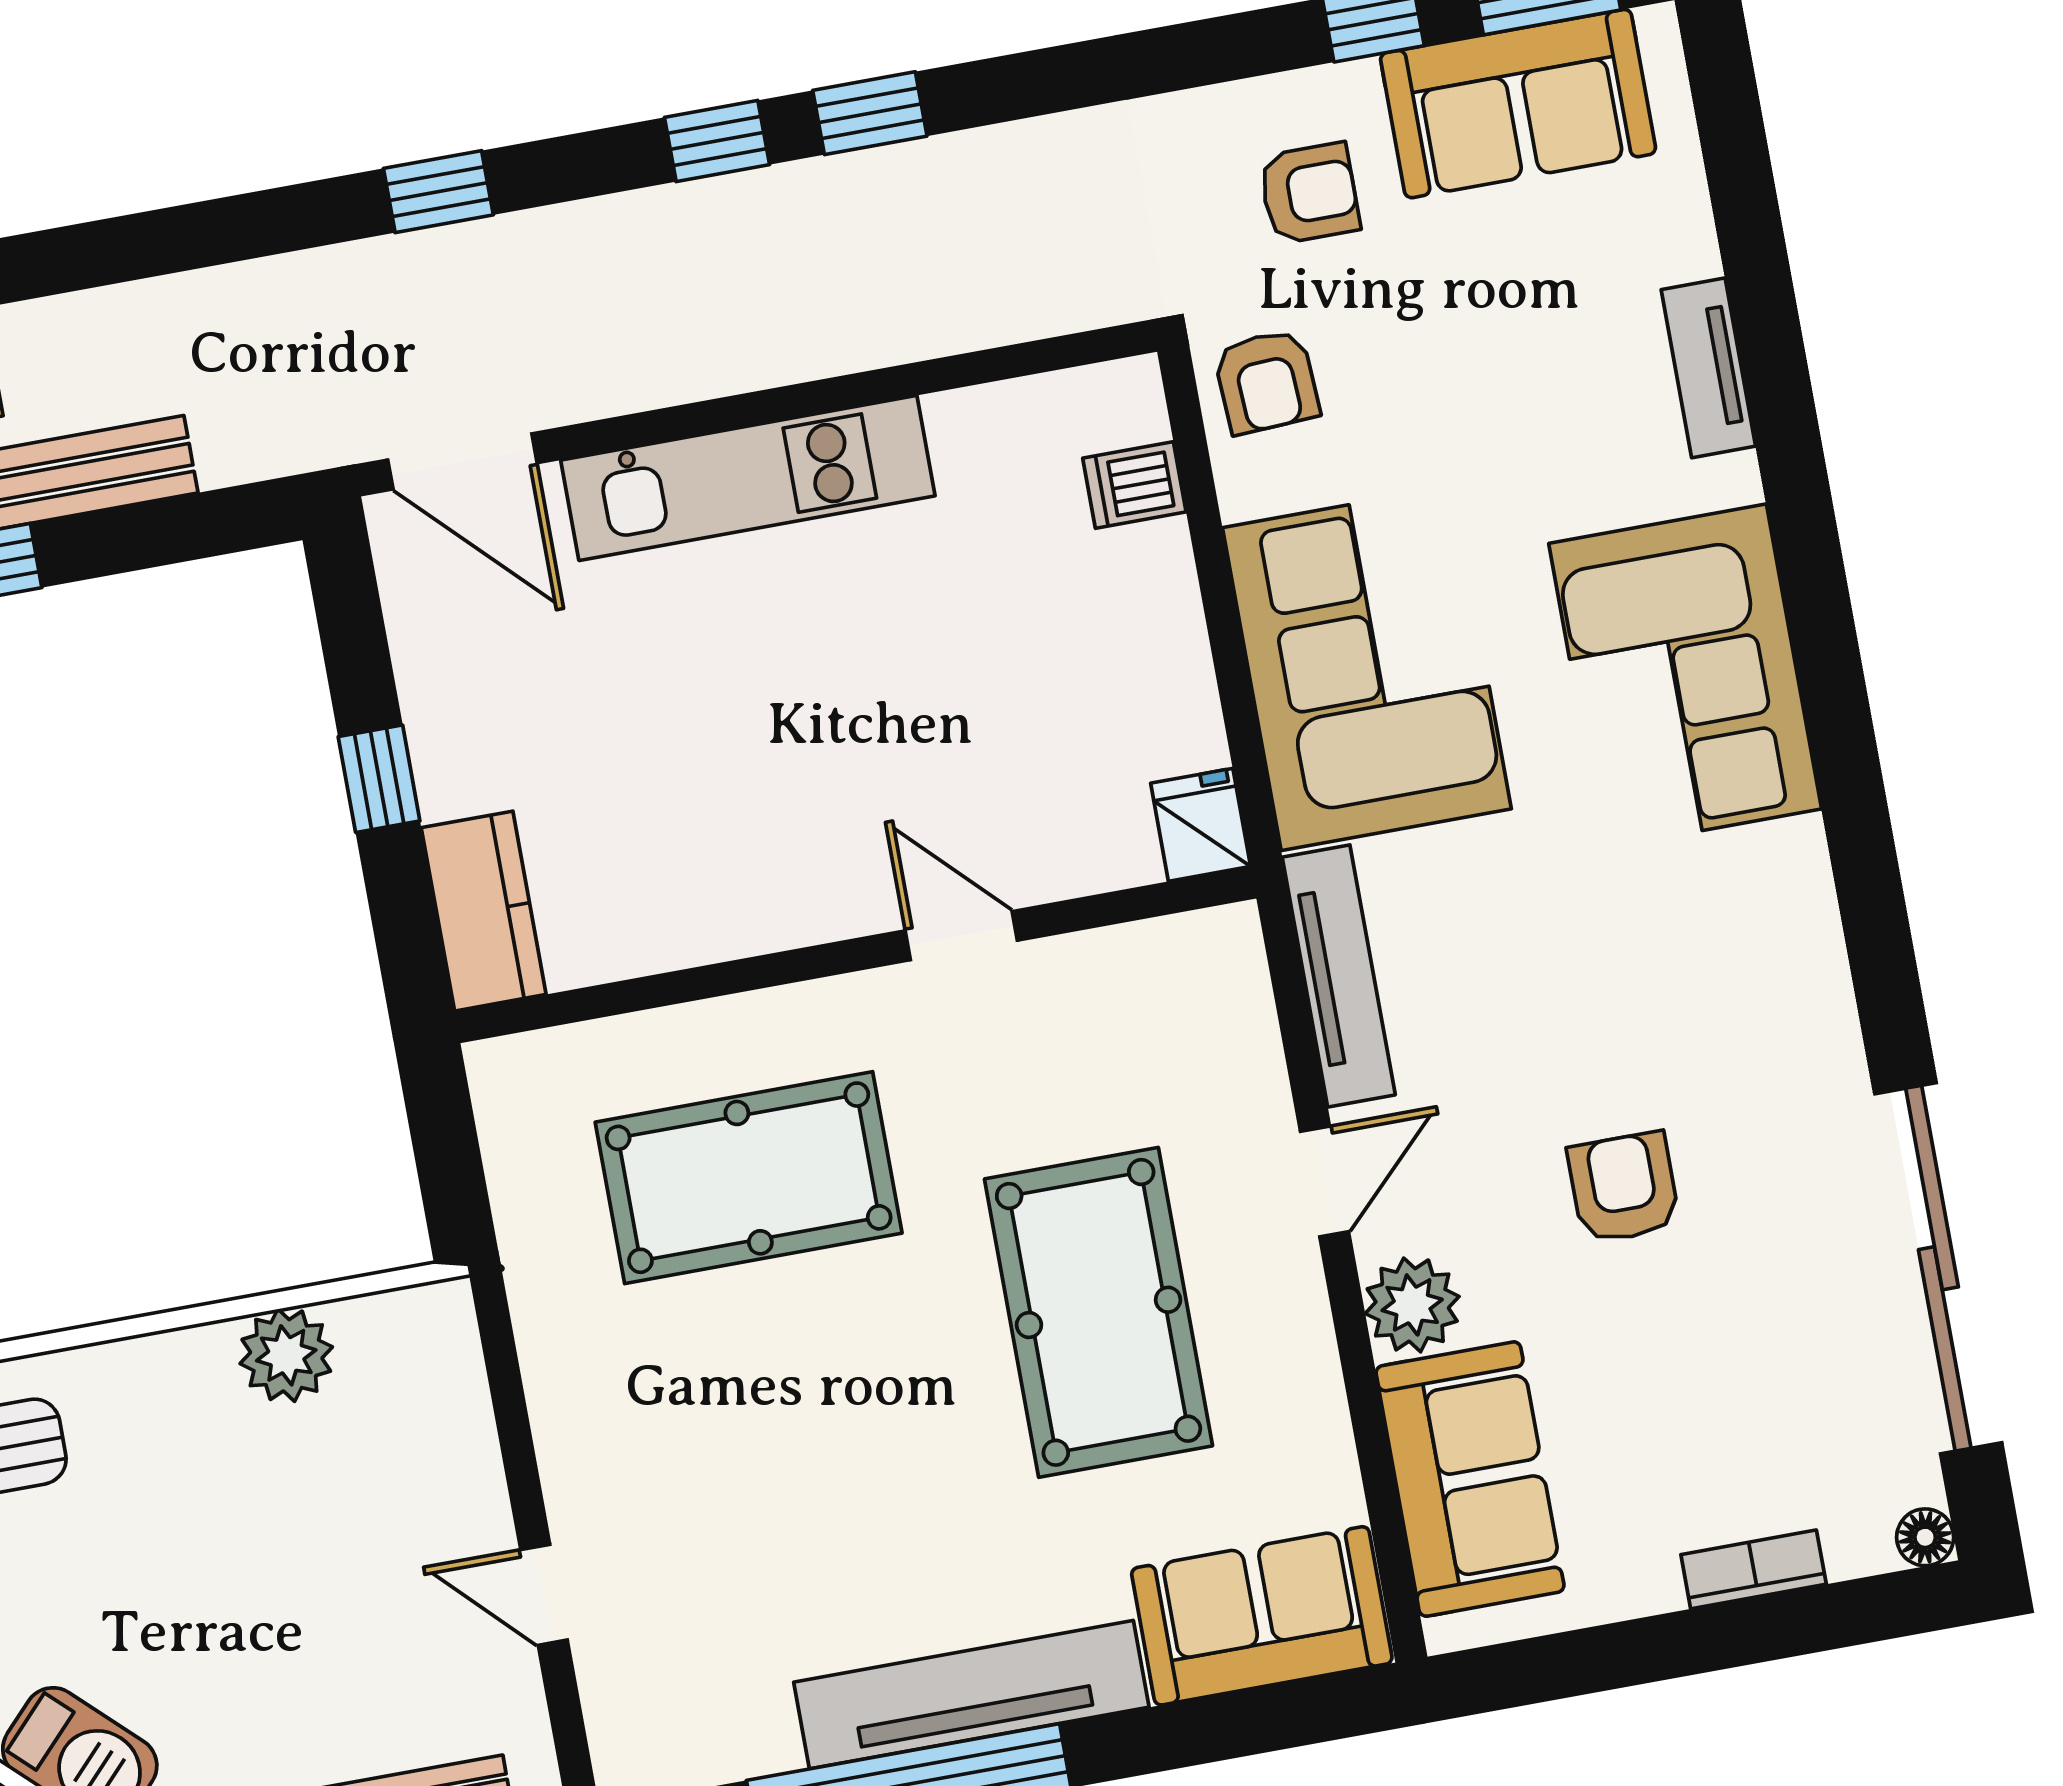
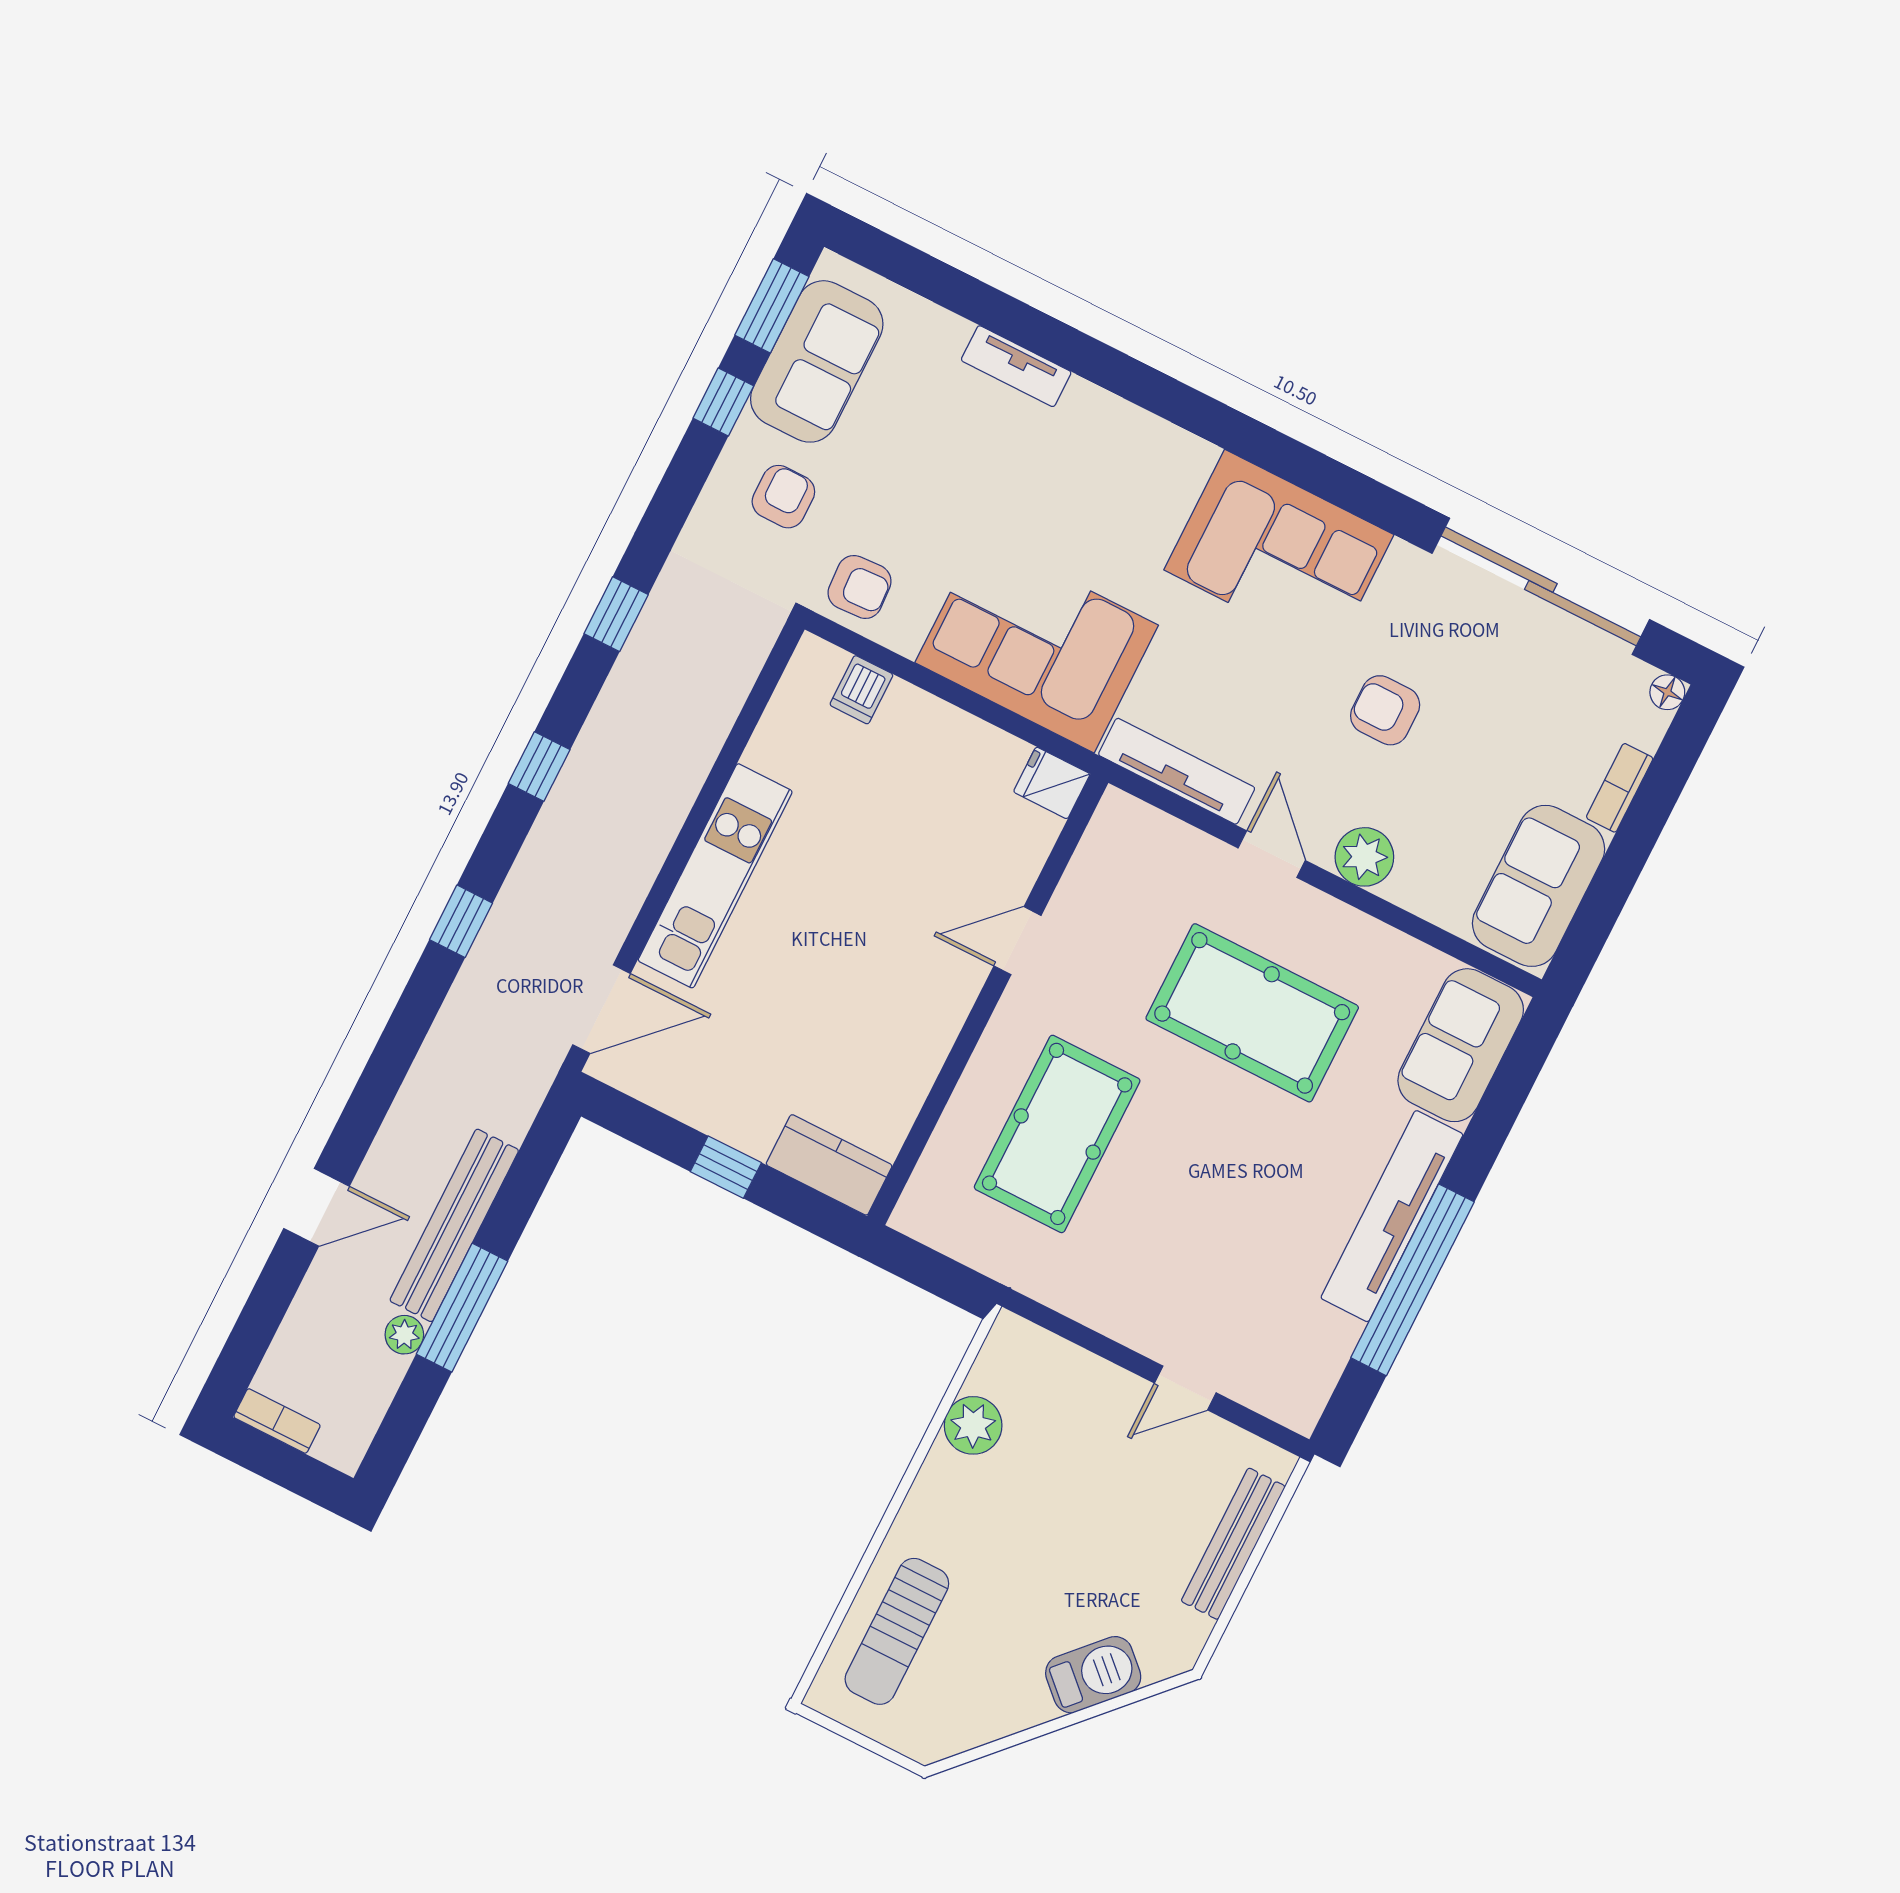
window: (870, 113) -> (616, 614), moved
corner sofa: (1685, 676) -> (1279, 552), moved
sofa: (1470, 1479) -> (1539, 886), moved, turned -90

